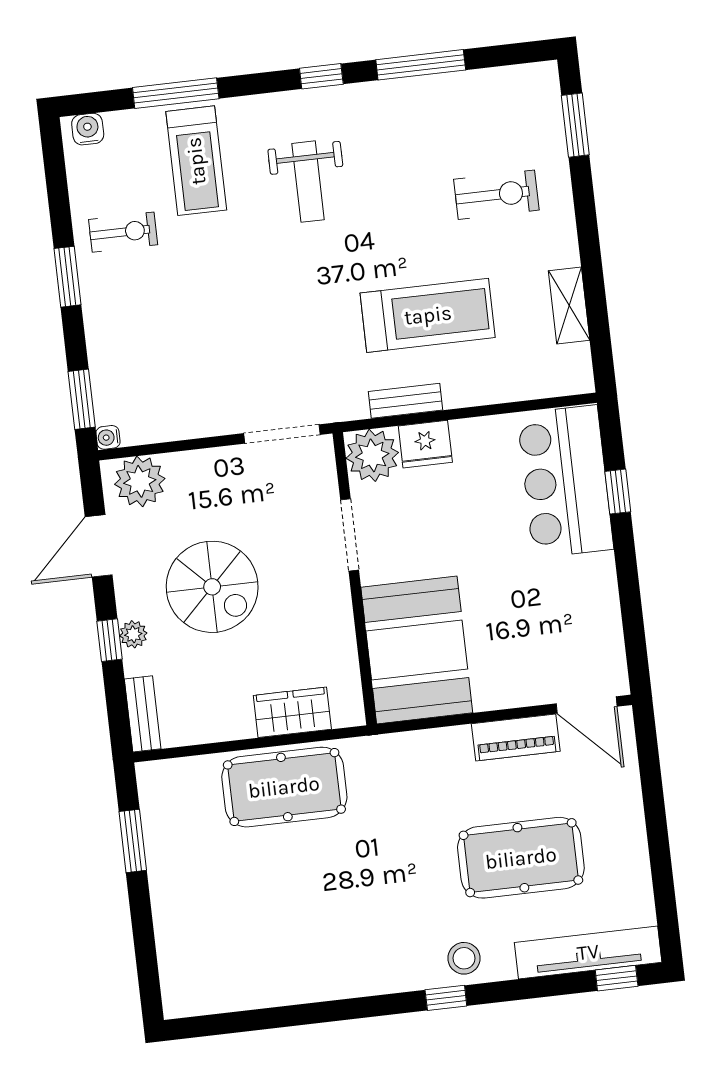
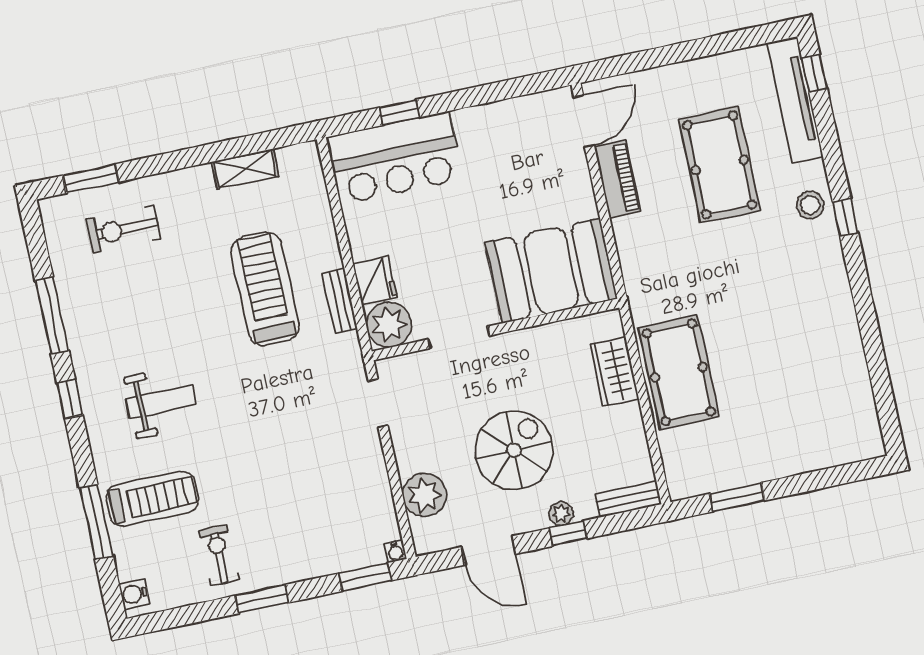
exercise bike: (496, 195) -> (124, 229), moved, turned -90
doorway: (282, 434) -> (378, 403), width x0.73
plant: (140, 481) -> (425, 495), moved

